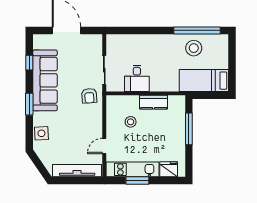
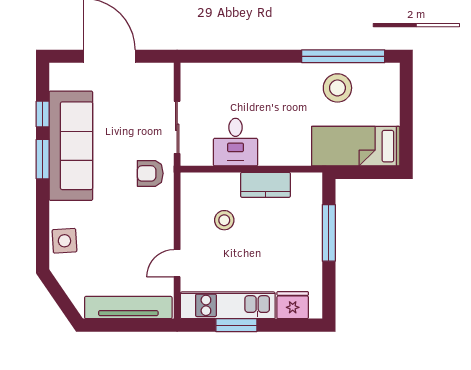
armchair: (89, 96) -> (150, 173), turned 94
window: (29, 104) -> (43, 159), moved

